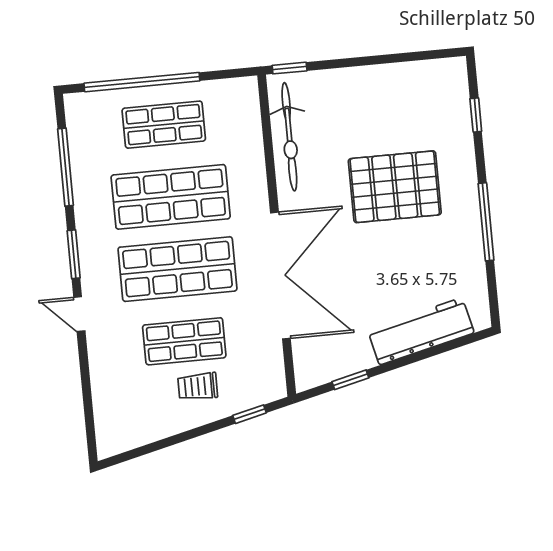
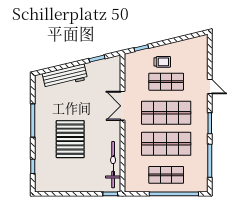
pallet: (395, 187) -> (70, 139), turned 90
double door: (280, 276) -> (122, 106), width x0.54
door: (79, 314) -> (210, 86), moved

